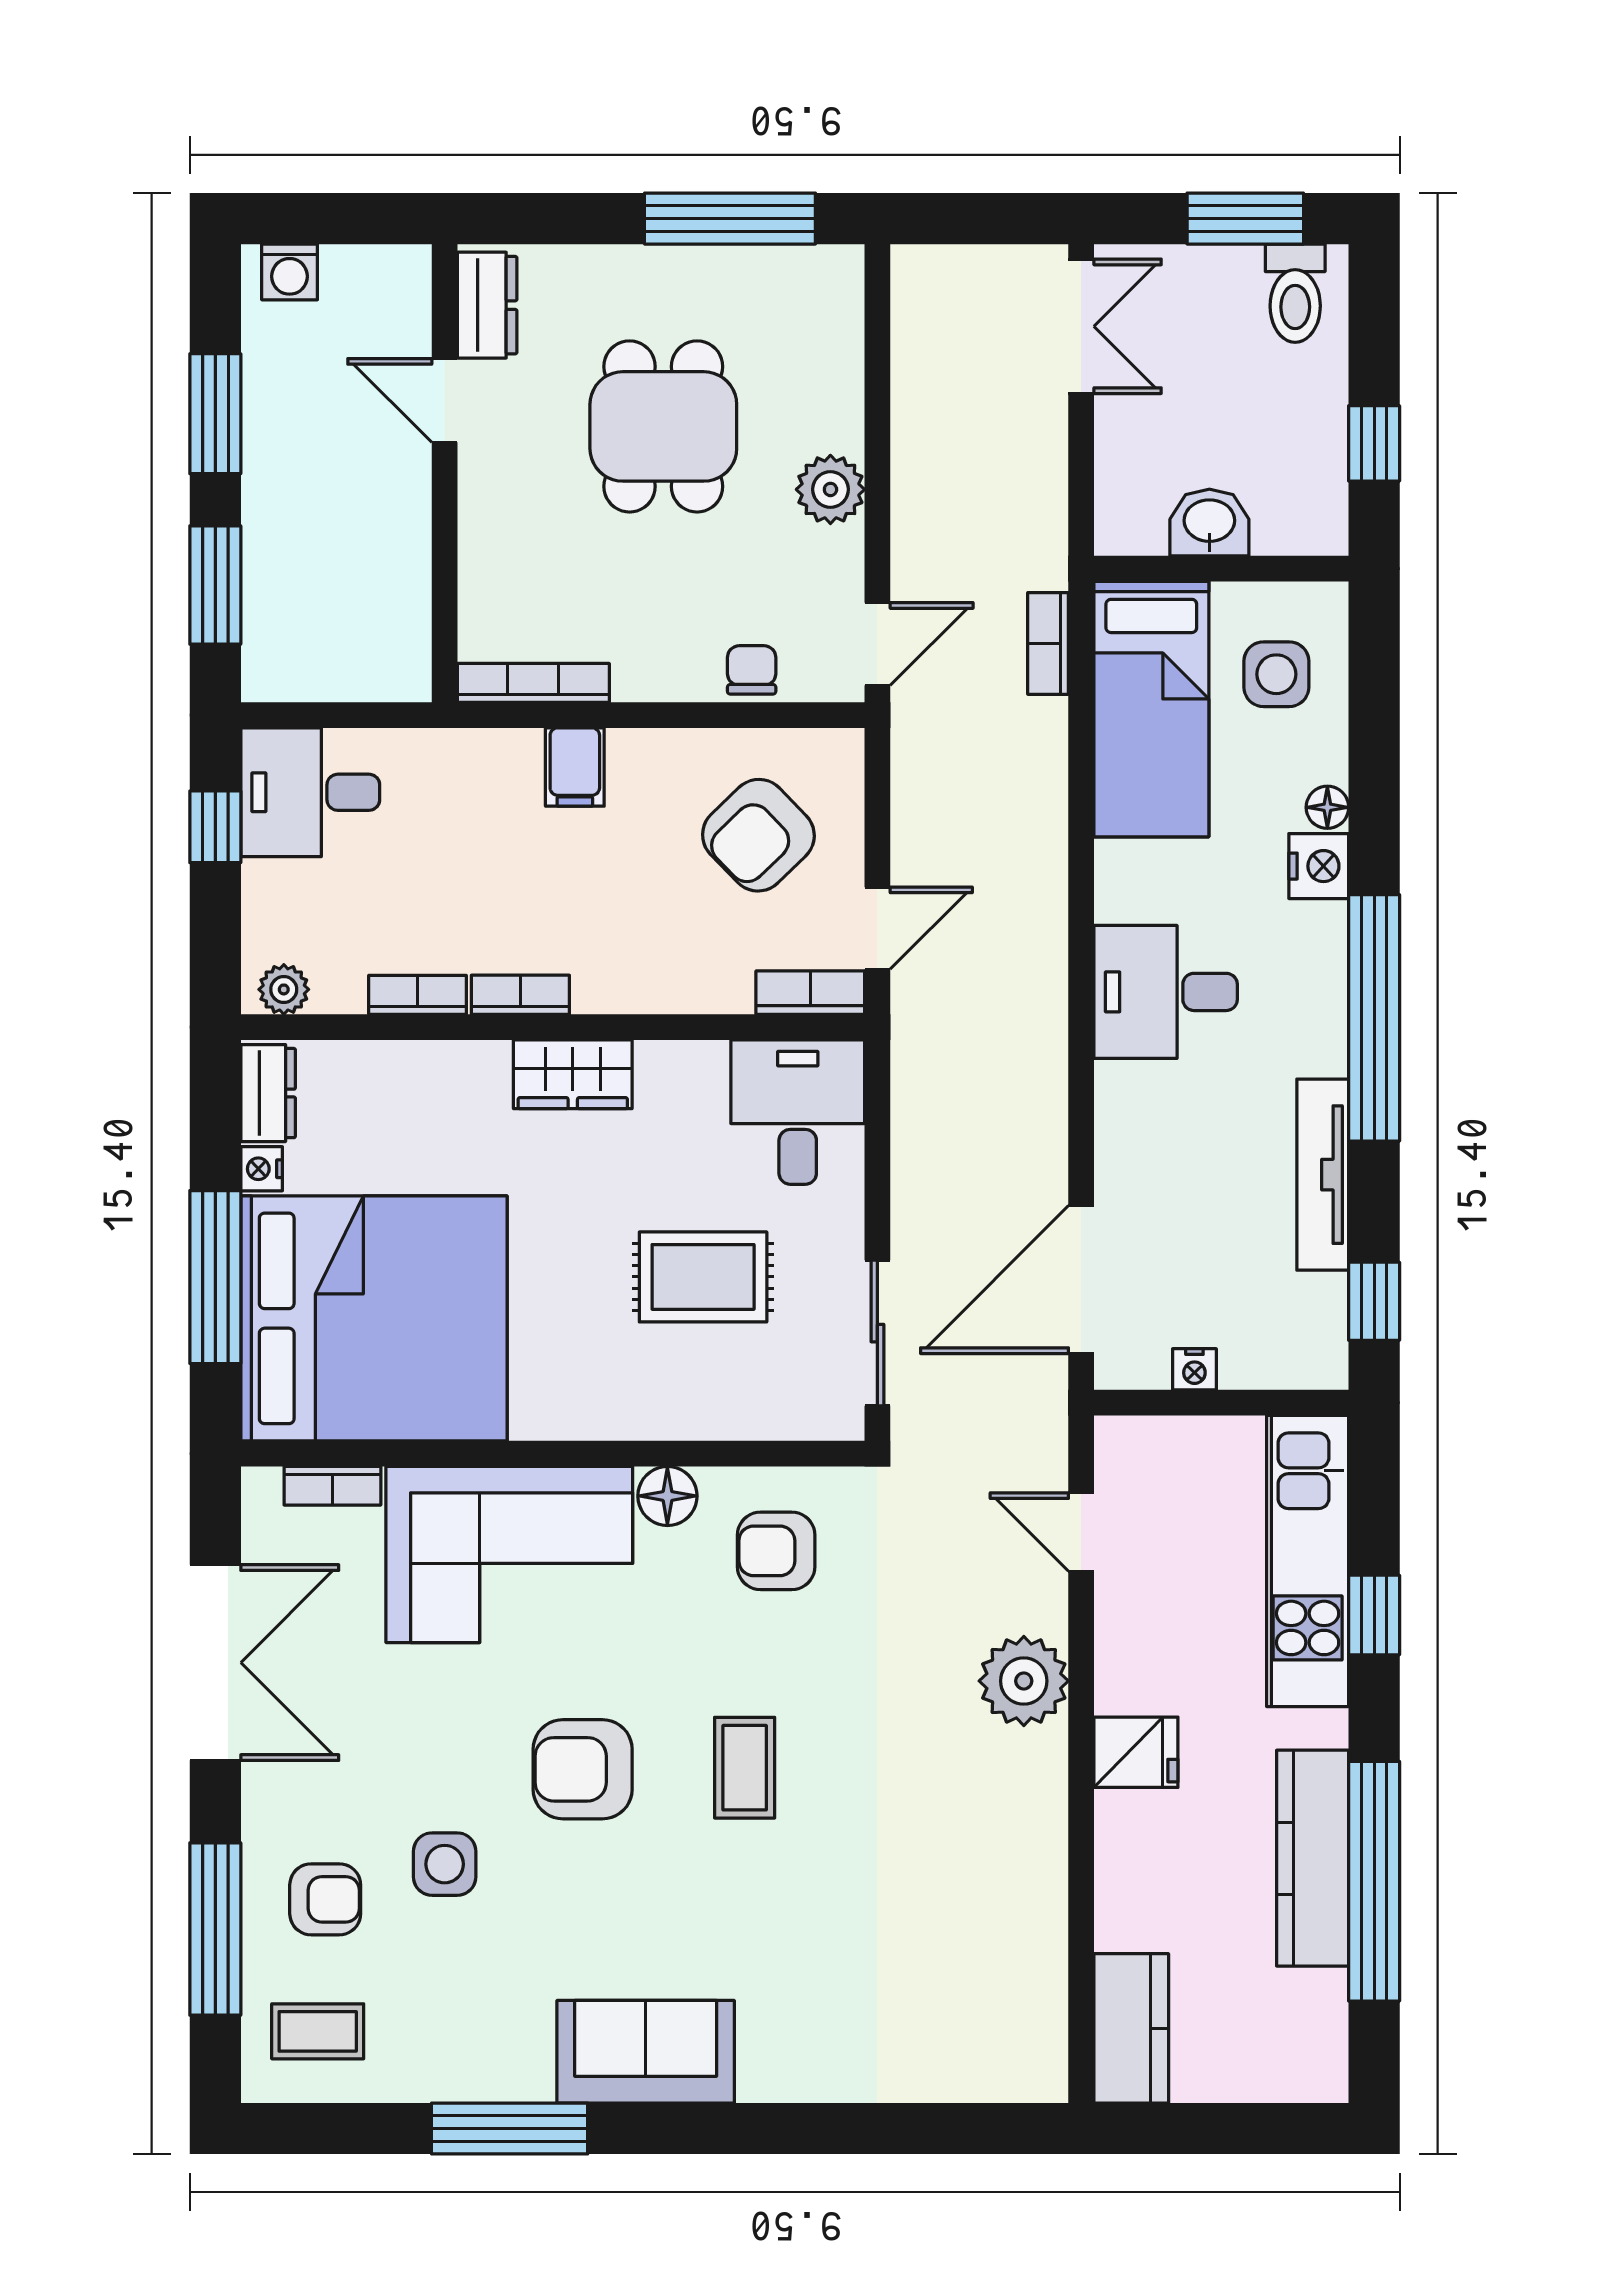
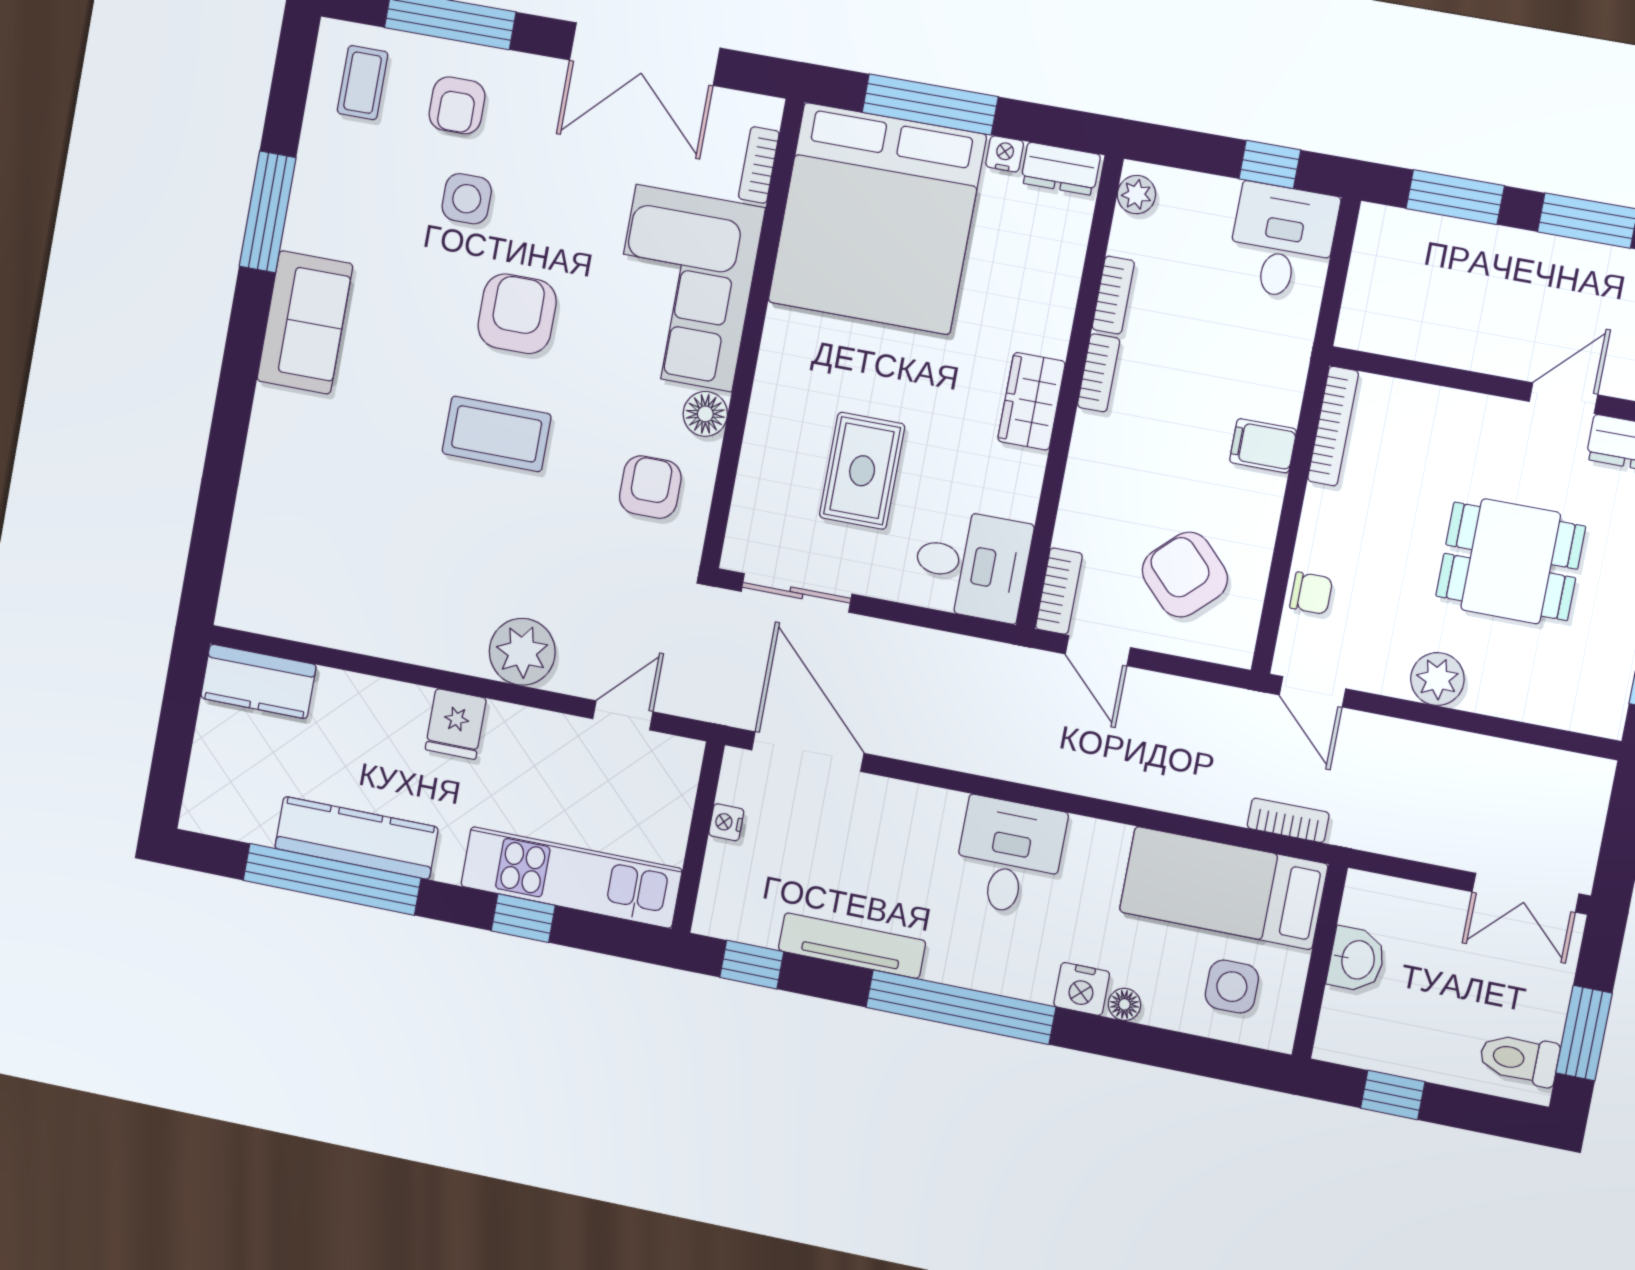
coffee table: (745, 1768) -> (497, 434), width x1.36, depth x1.30

